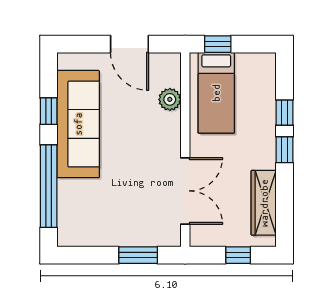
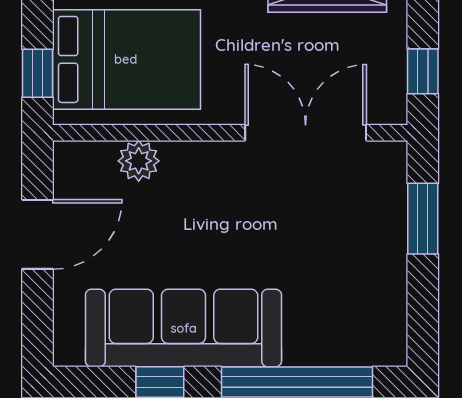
bed: (216, 93) -> (126, 59), width x1.50
window: (238, 255) -> (423, 71), moved

